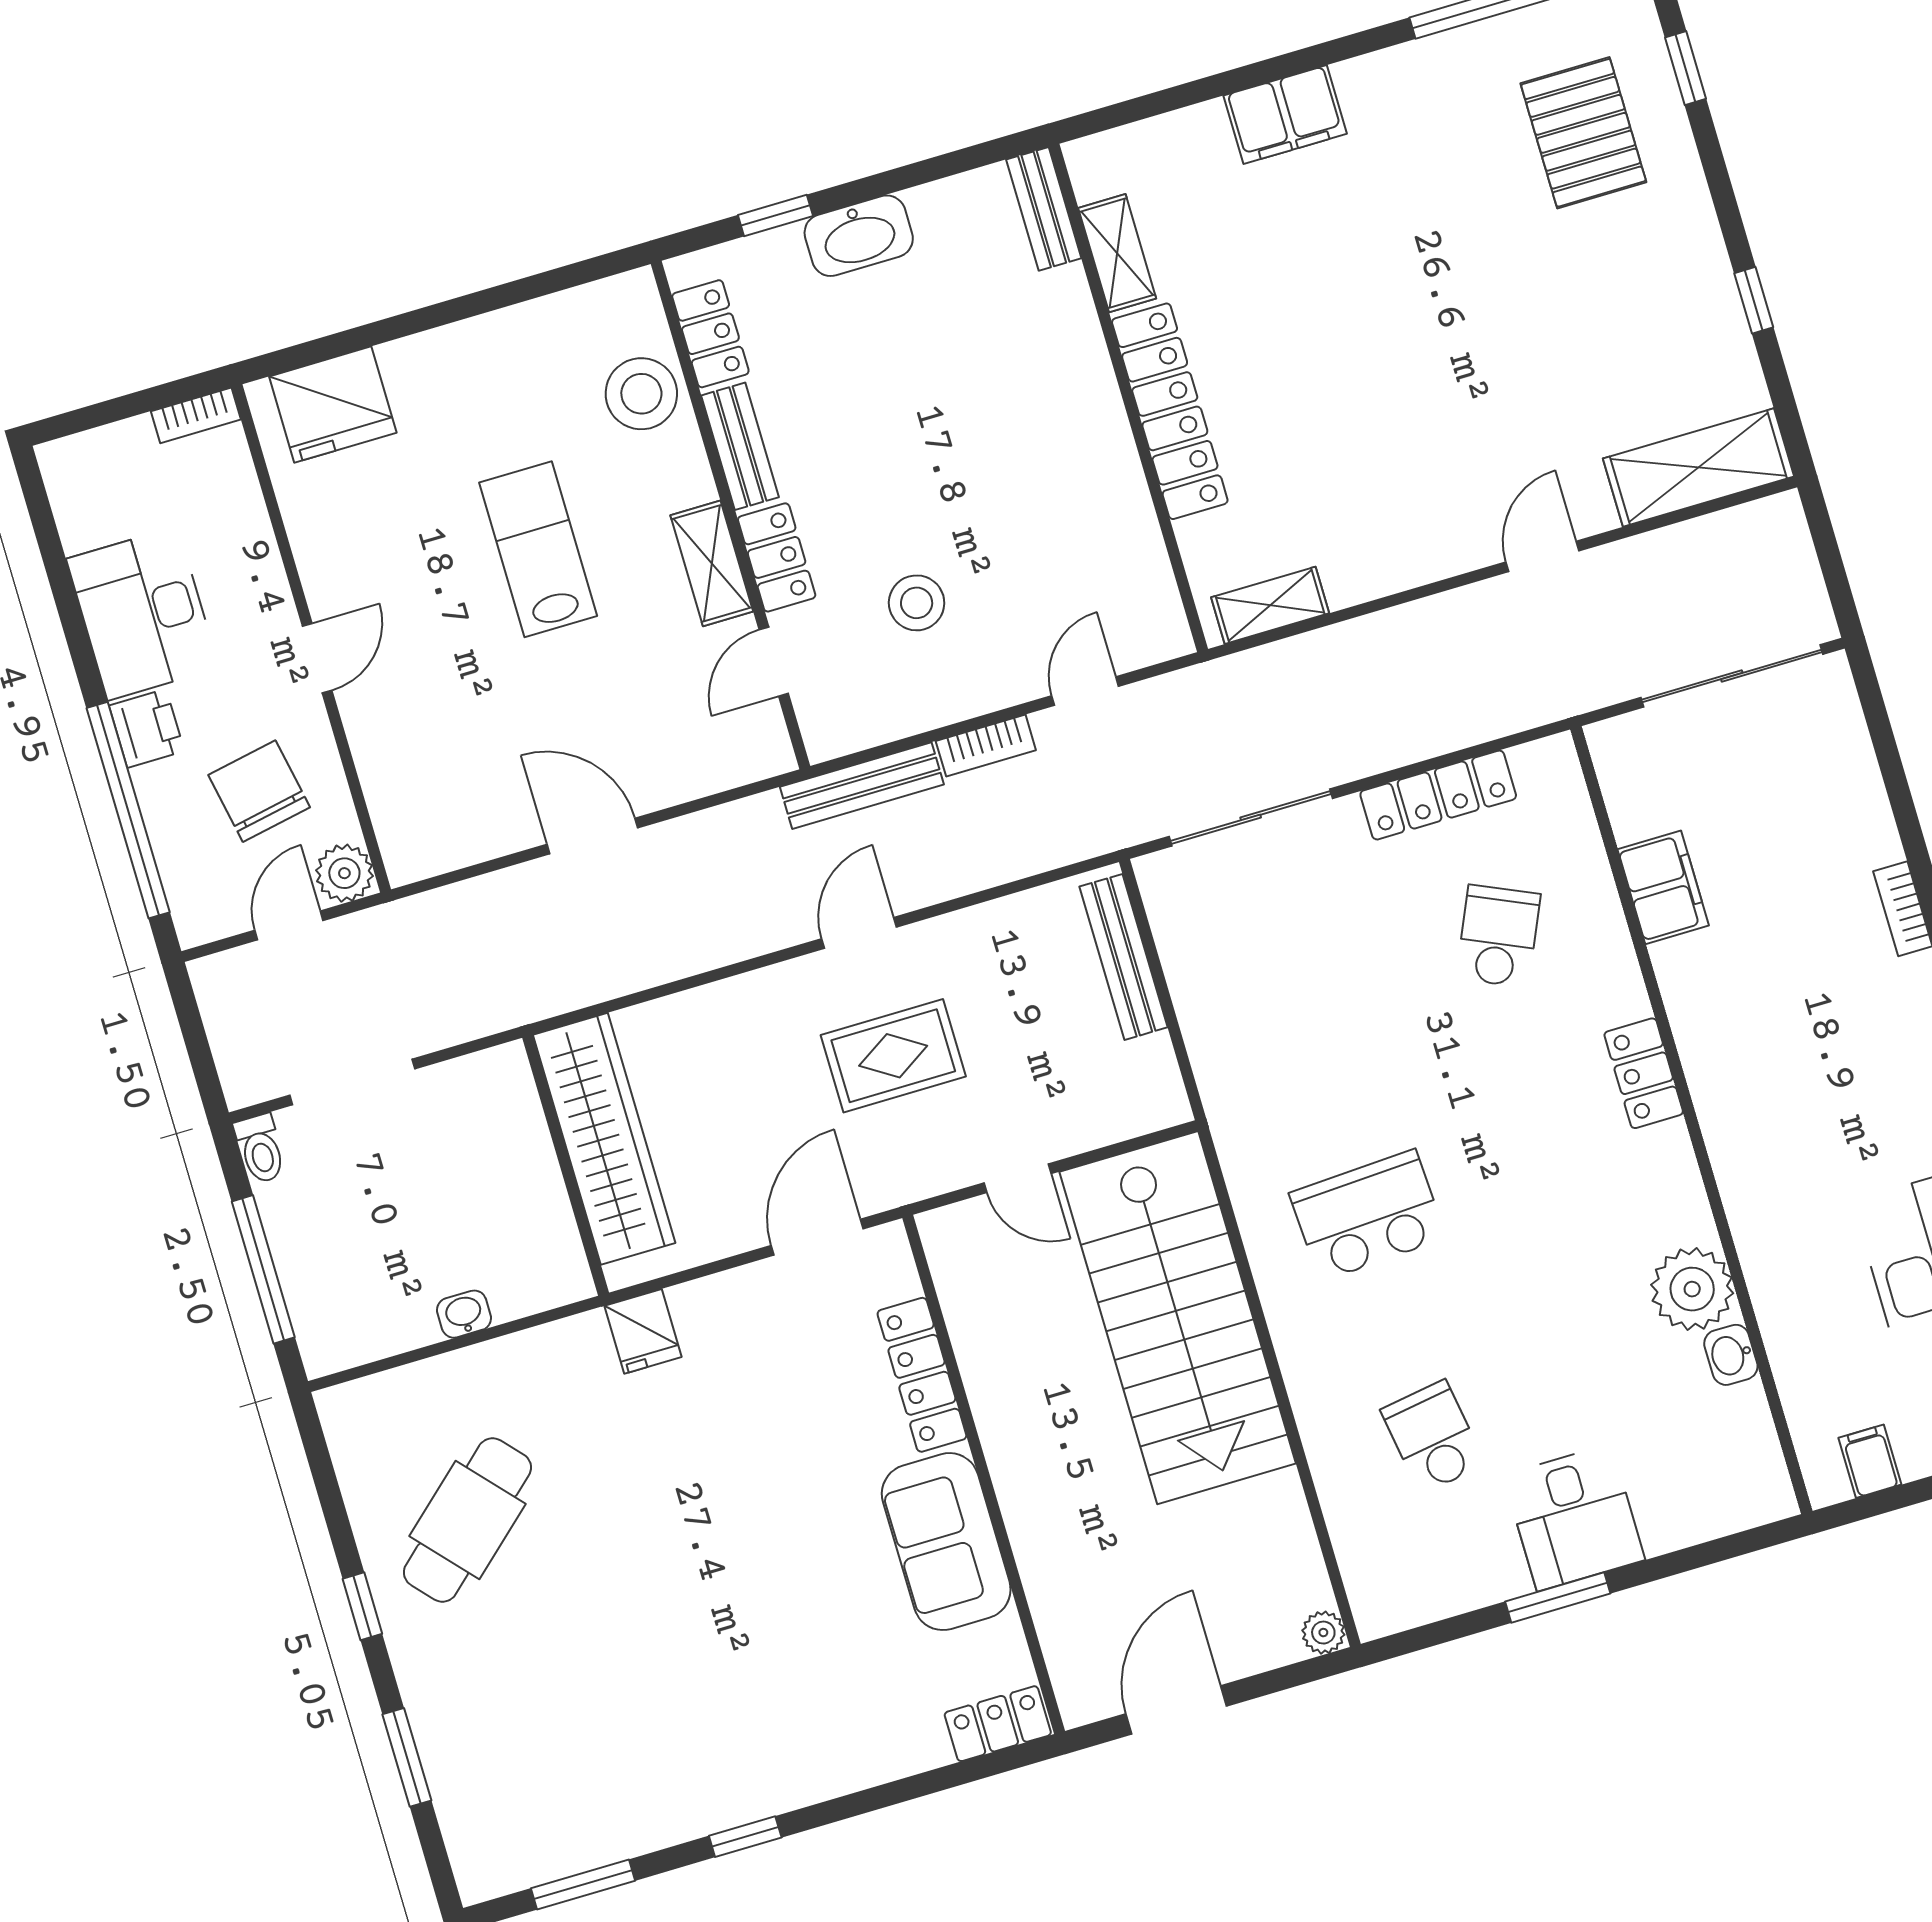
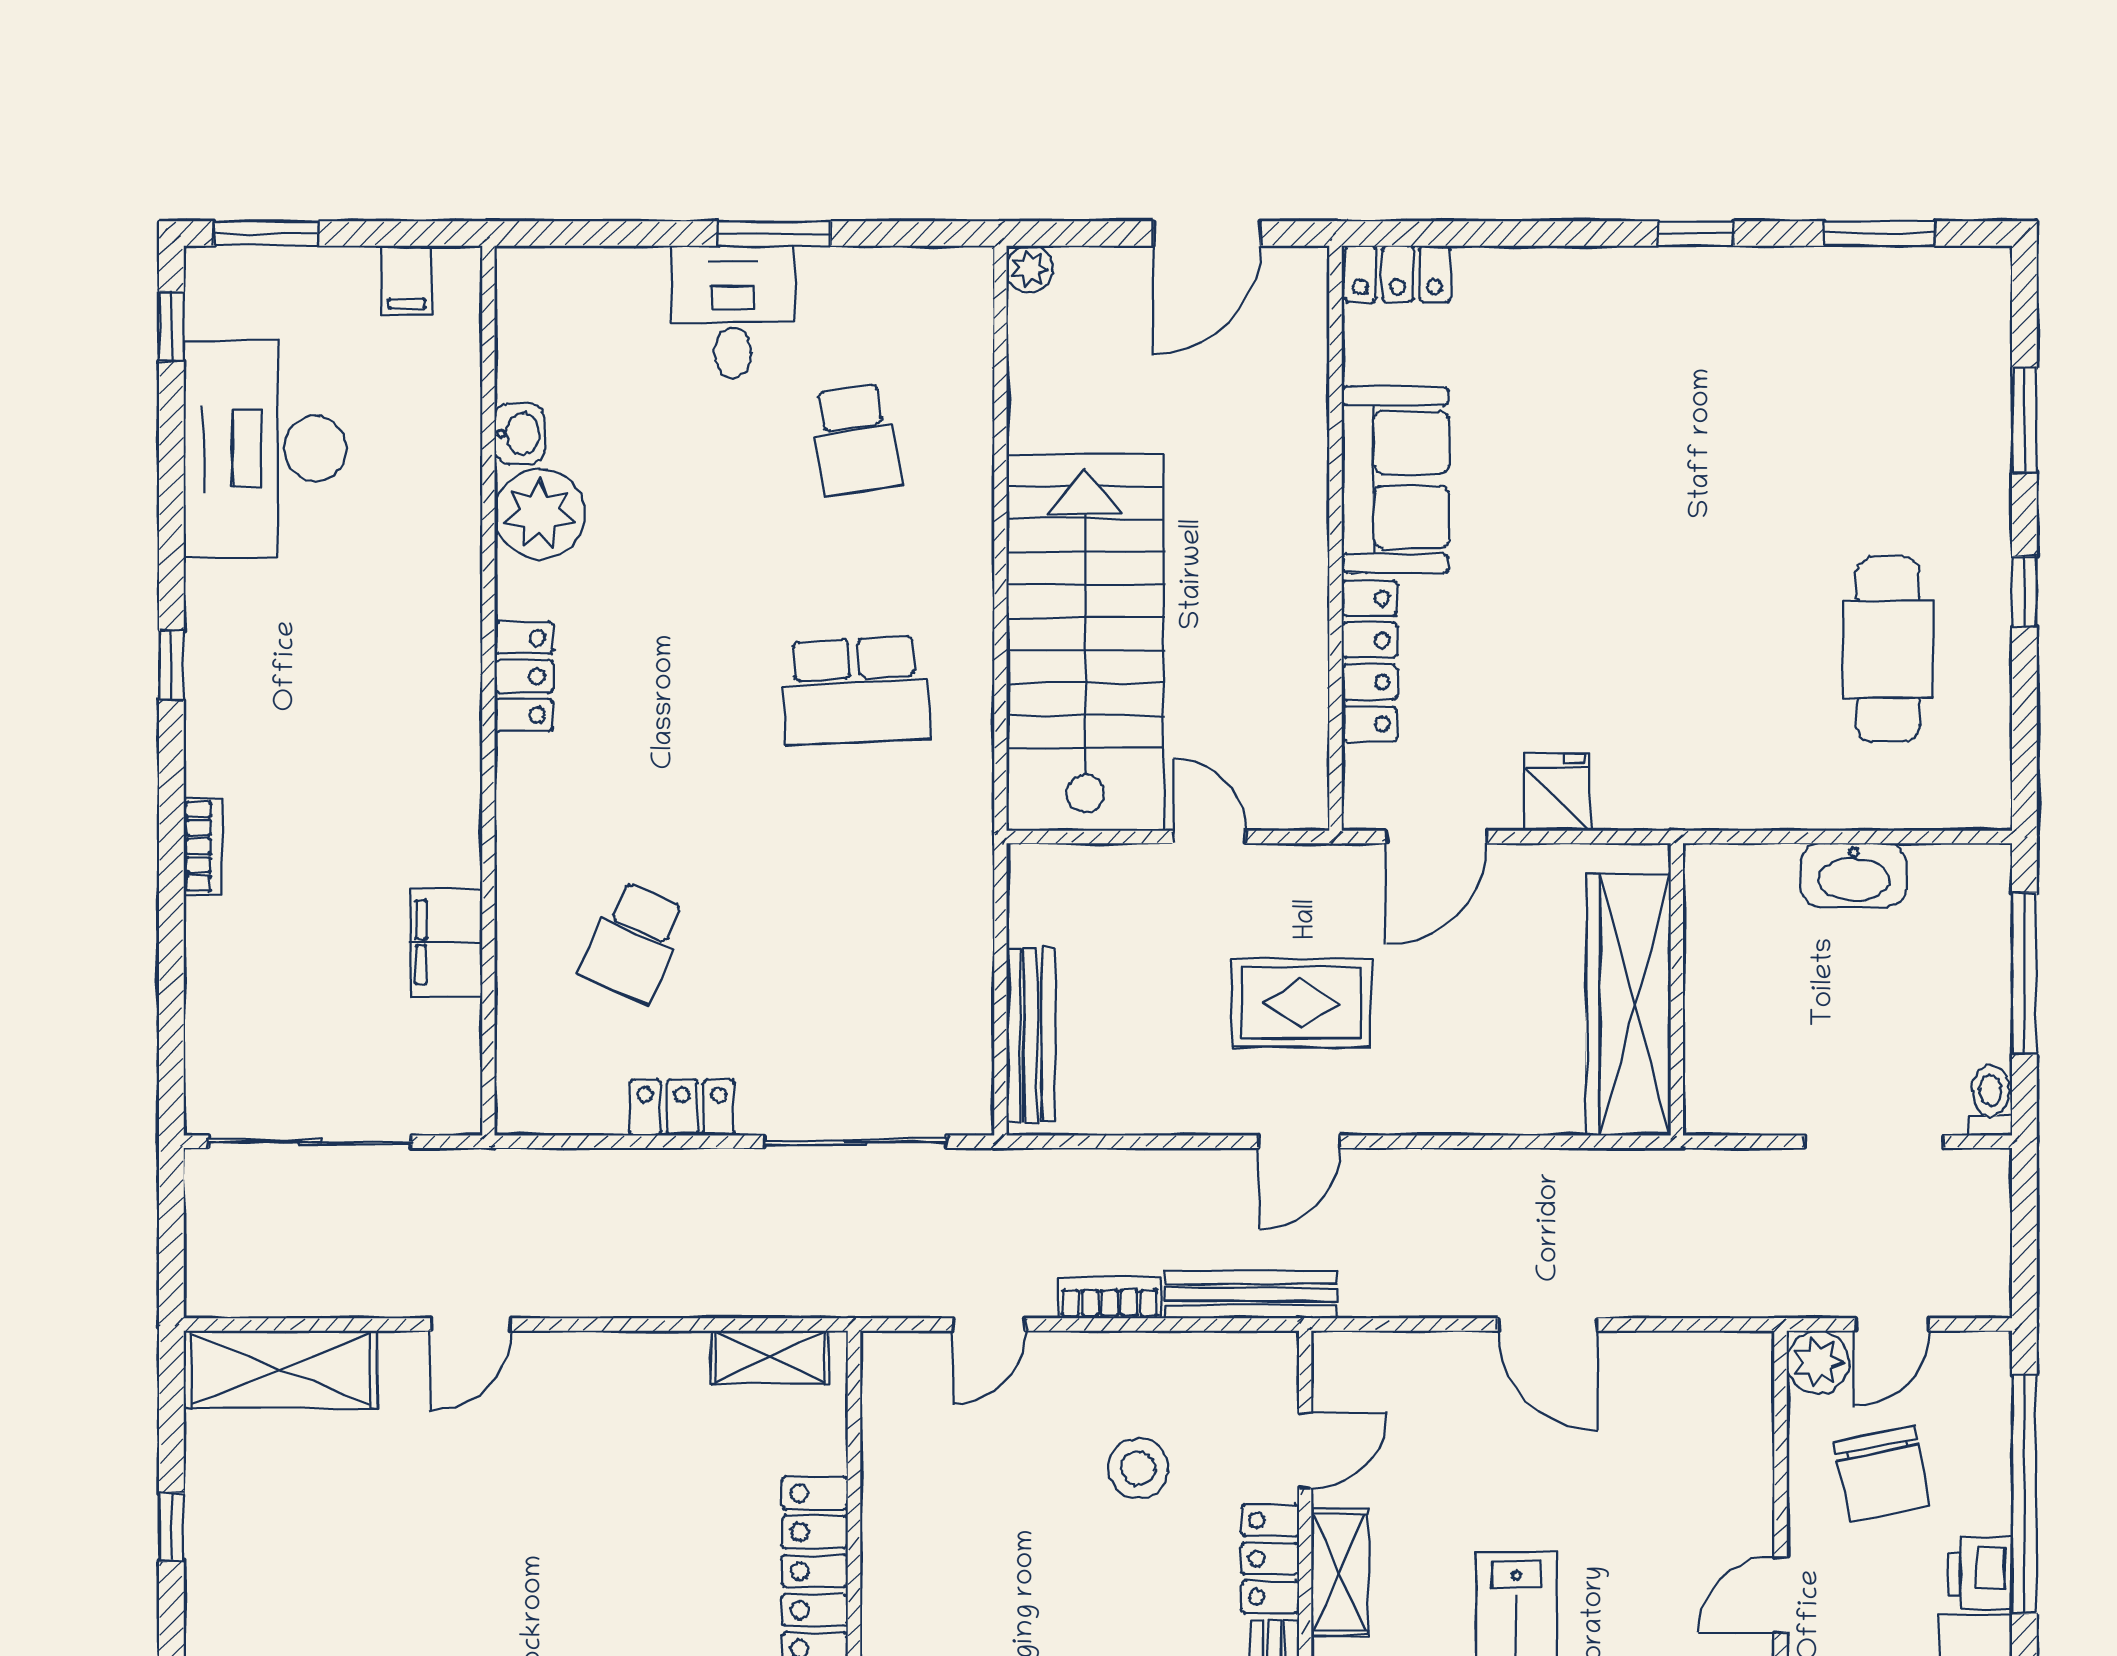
locker: (1438, 795) -> (682, 1108), width x0.66
locker: (1644, 1073) -> (524, 676), moved
washbasin: (464, 1314) -> (1854, 875), width x1.91, depth x1.45
fridge: (643, 1331) -> (1557, 792), moved
cafe table: (467, 1520) -> (1888, 649), turned -48

